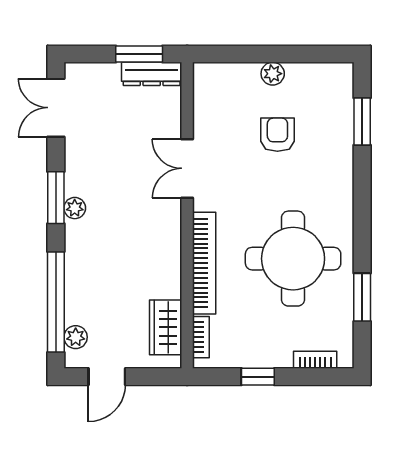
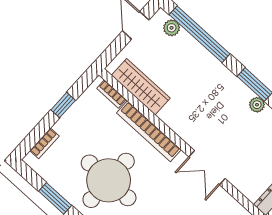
double door: (187, 168) -> (207, 168), swing flipped
plant: (75, 208) -> (257, 105), moved
wardrobe: (166, 327) -> (141, 87), width x1.50

